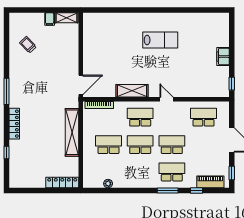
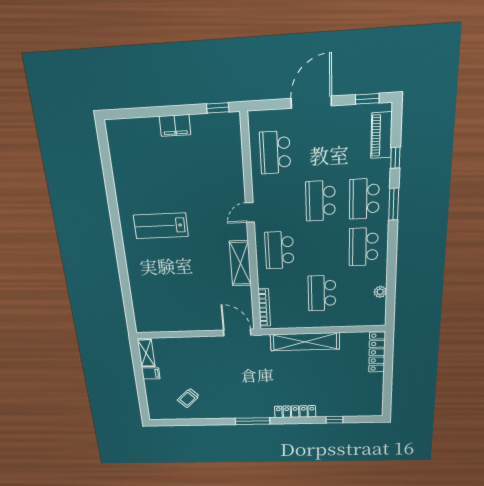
lab bench: (160, 40) -> (161, 226), turned -90
school desk: (140, 145) -> (364, 247), moved

